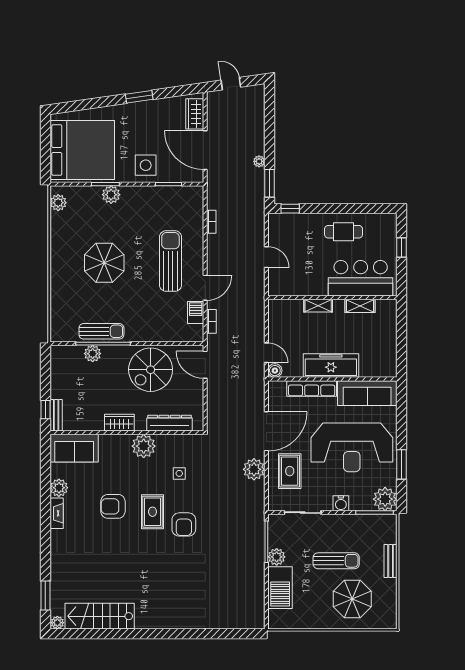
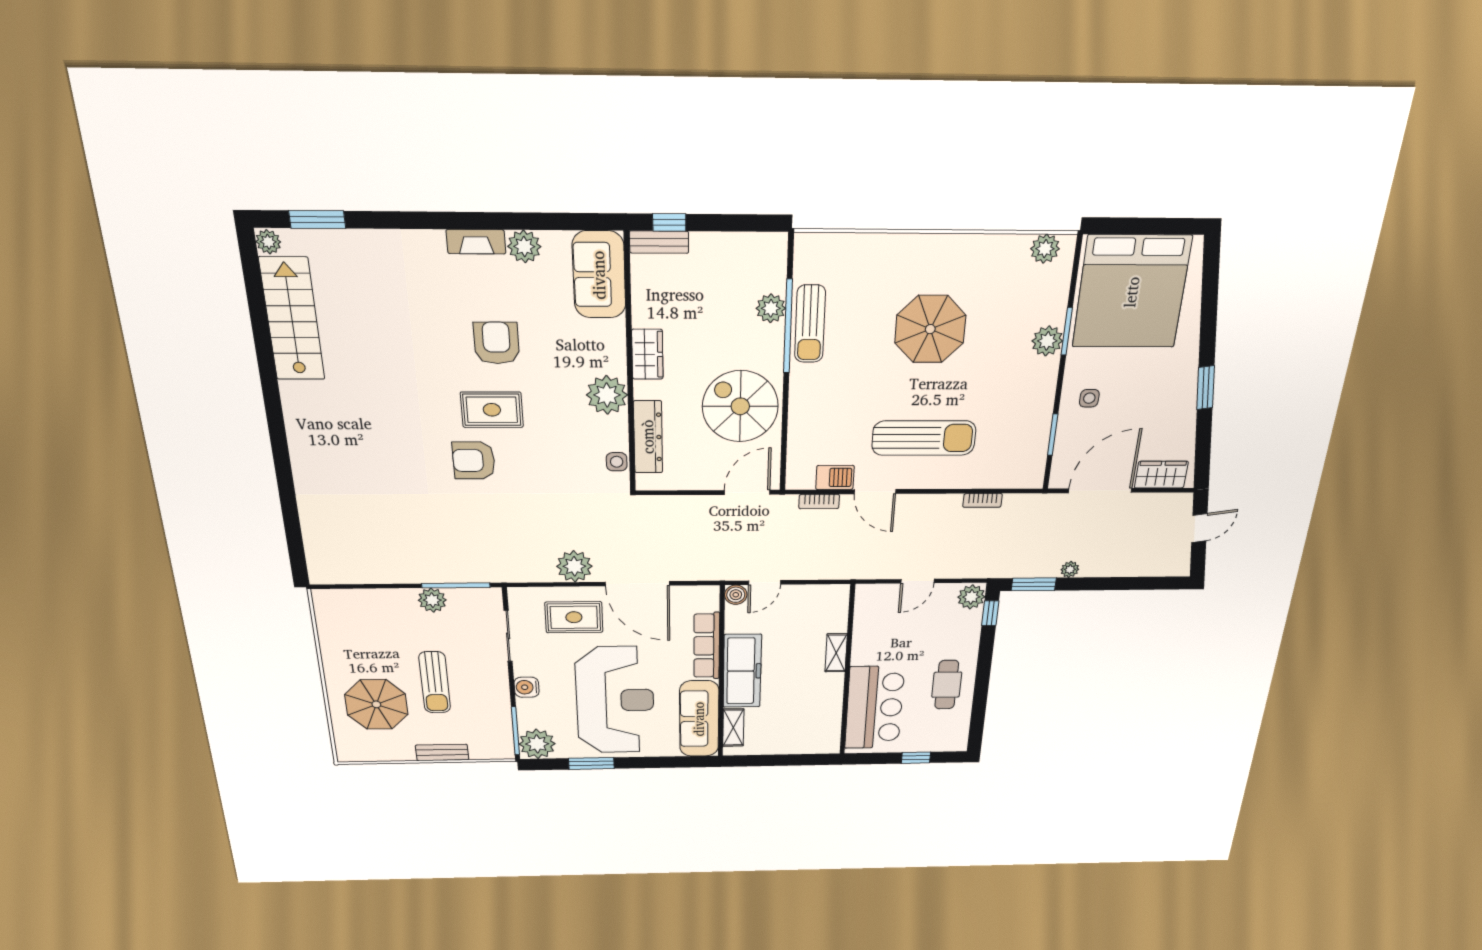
side table: (146, 165) -> (1089, 398), width x0.54, depth x0.54
plant: (278, 222) -> (971, 597), added
shelving: (360, 306) -> (733, 728), moved
reception desk: (352, 447) -> (615, 700), turned 180
side table: (179, 473) -> (617, 462), moved
barbecue: (280, 588) -> (382, 606), removed

